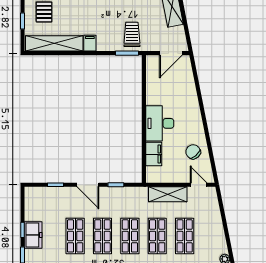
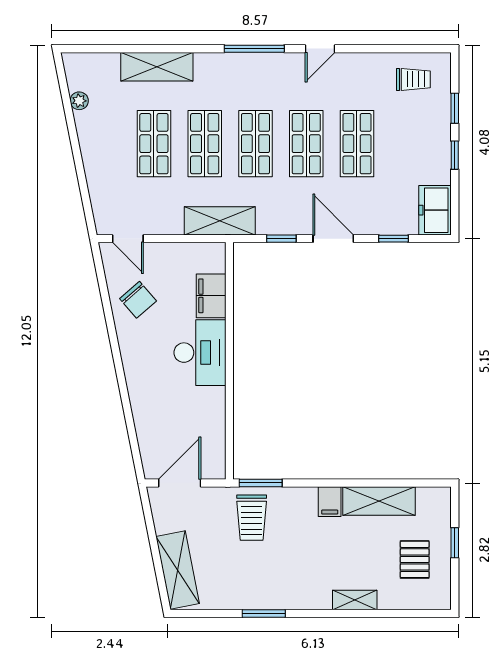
shelving: (54, 43) -> (379, 501), width x0.68
shelving: (168, 194) -> (220, 221), moved
freezer: (33, 235) -> (435, 210), moved

